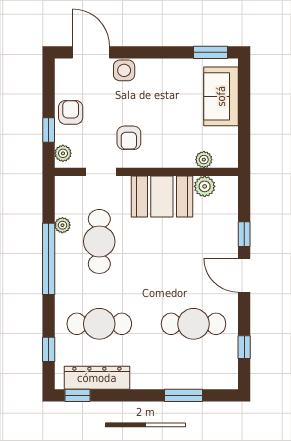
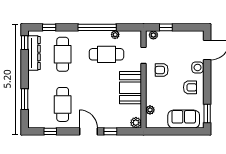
armchair: (71, 112) -> (190, 87), moved
plant: (205, 186) -> (136, 123), moved
door: (244, 275) -> (89, 131), hinge flipped

